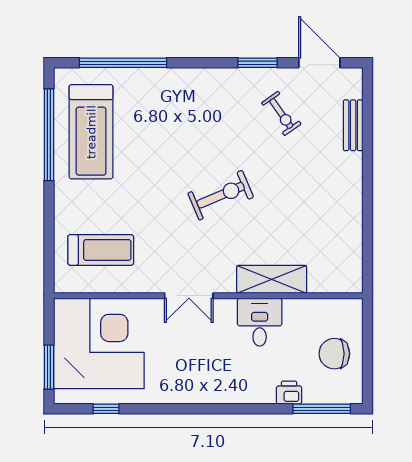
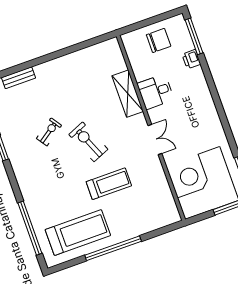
exercise bike: (281, 114) -> (49, 132), moved
window: (49, 135) -> (113, 248), moved
treadmill: (101, 250) -> (109, 184), moved, turned 90
chair: (334, 354) -> (159, 40), turned -90

